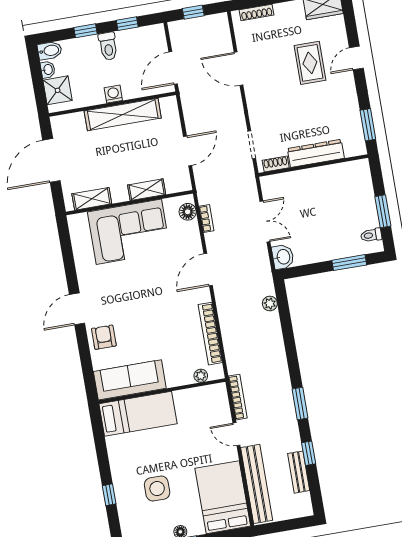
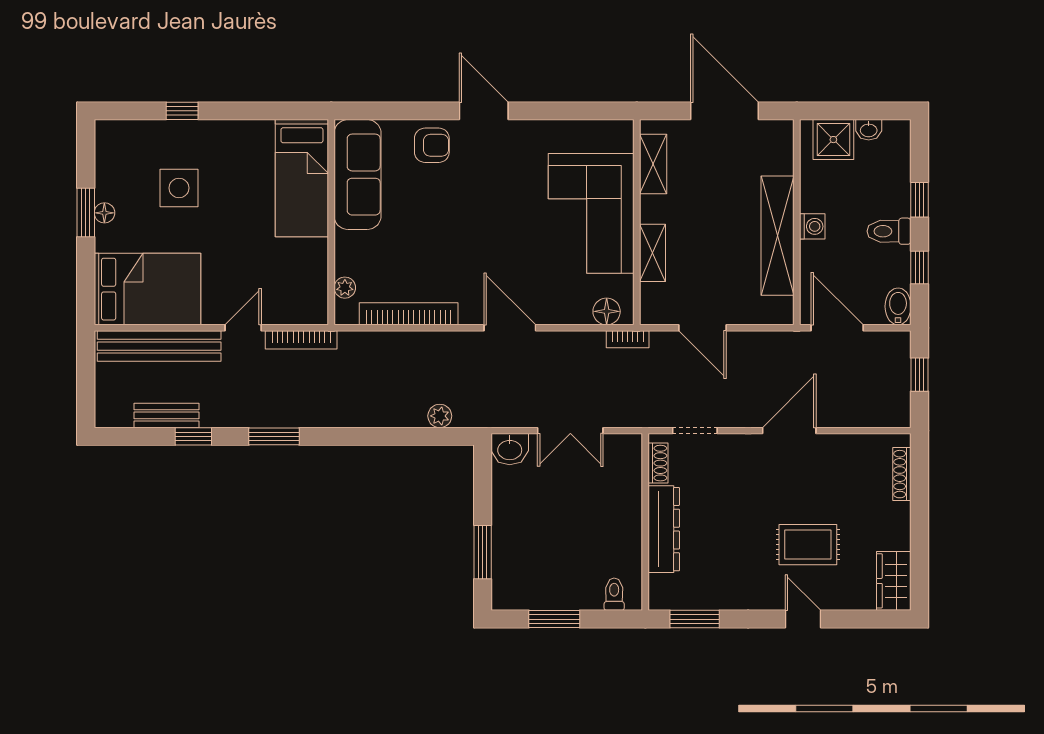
bidet: (50, 51) -> (898, 306), moved, turned 180
door: (239, 69) -> (789, 431), moved
bookcase: (206, 218) -> (628, 339), moved
toilet: (371, 235) -> (614, 594), moved

